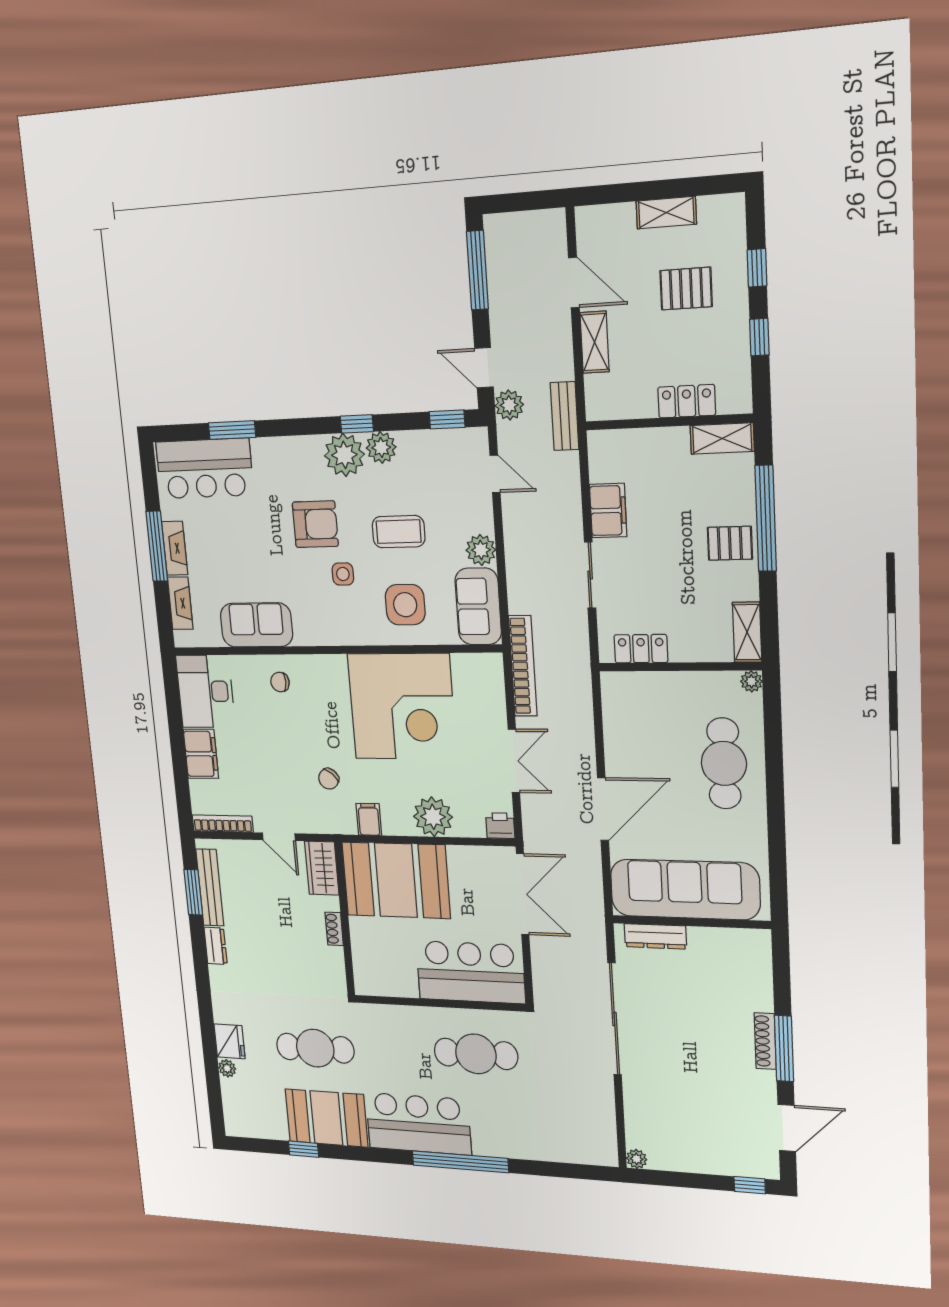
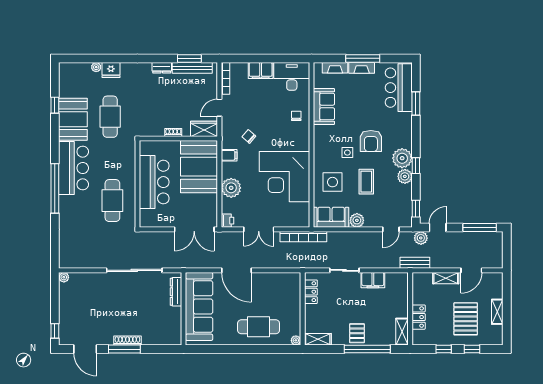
pallet: (686, 289) -> (466, 319), width x1.50, depth x1.42
bar counter: (470, 972) -> (154, 182), moved

